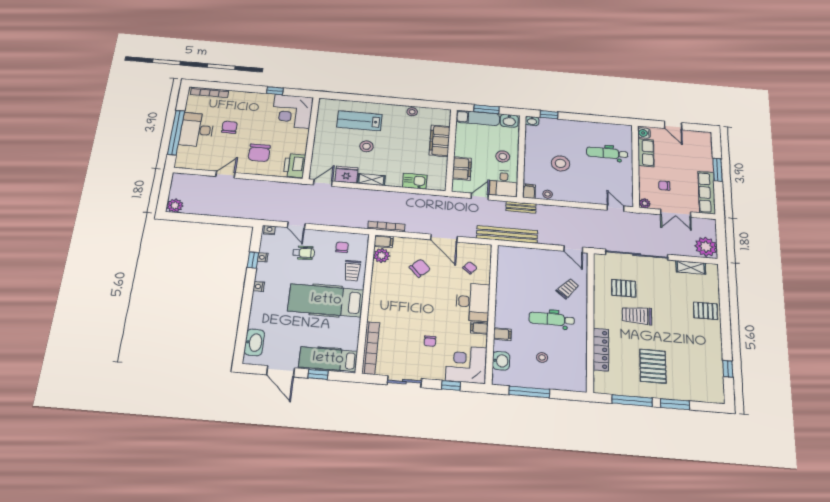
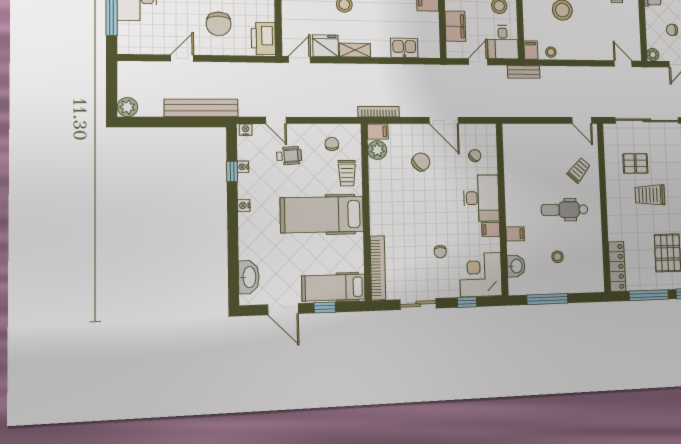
bench: (507, 234) -> (201, 108), moved
locker: (601, 350) -> (617, 266), moved

